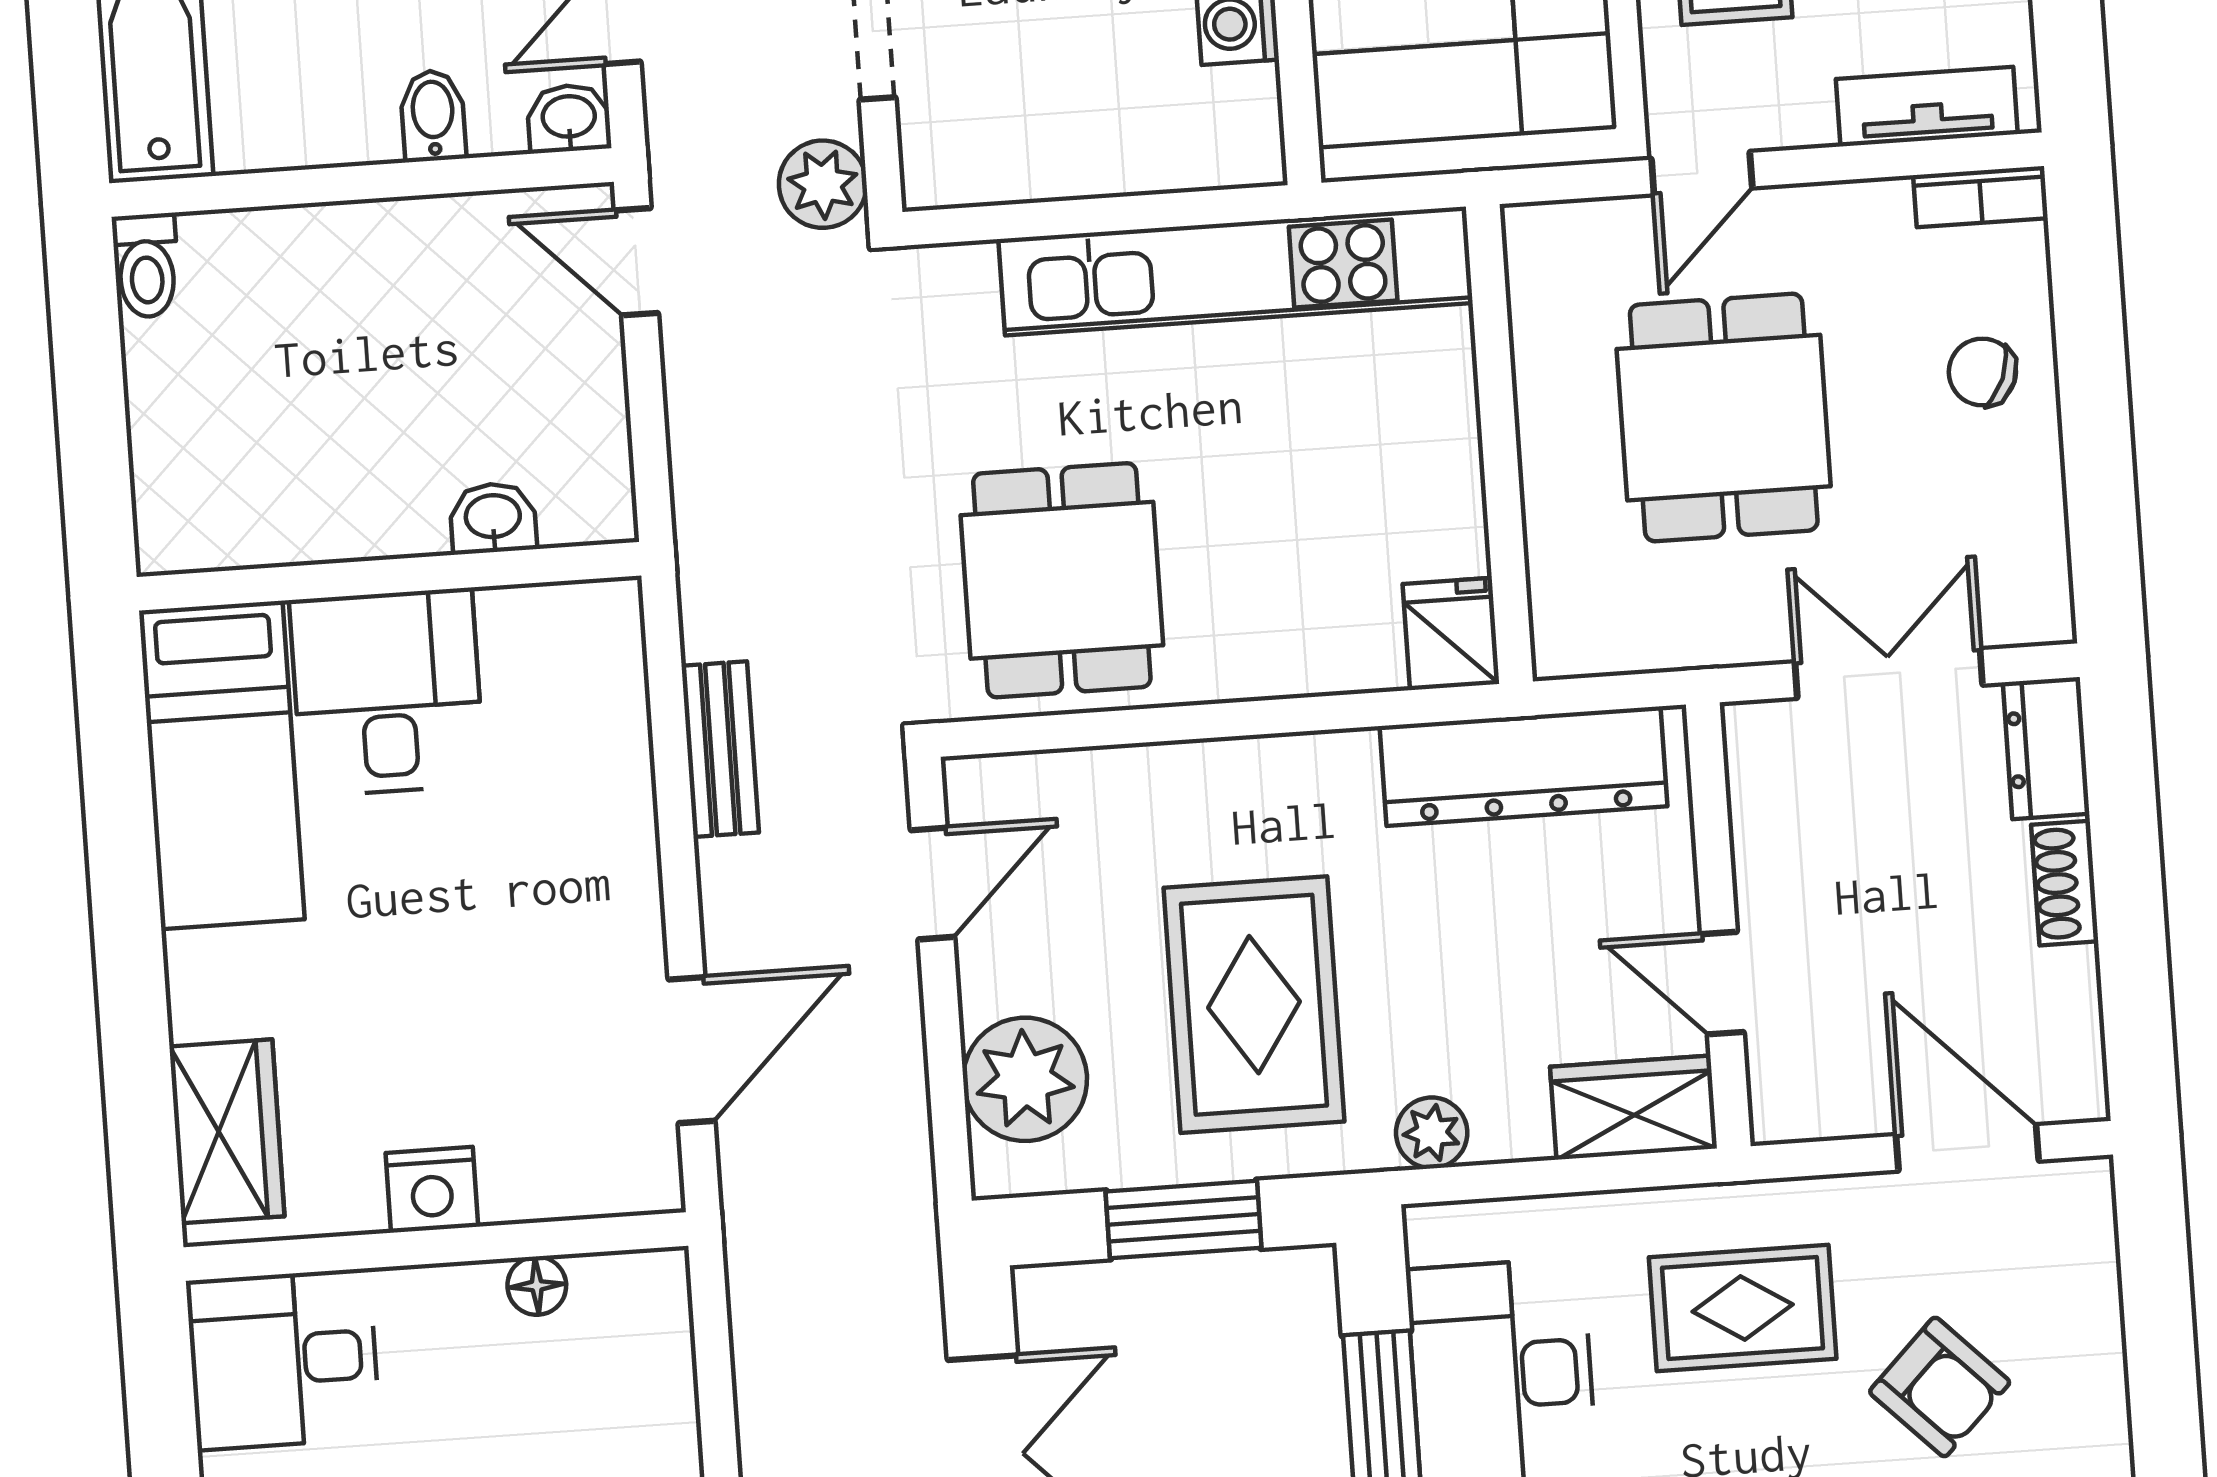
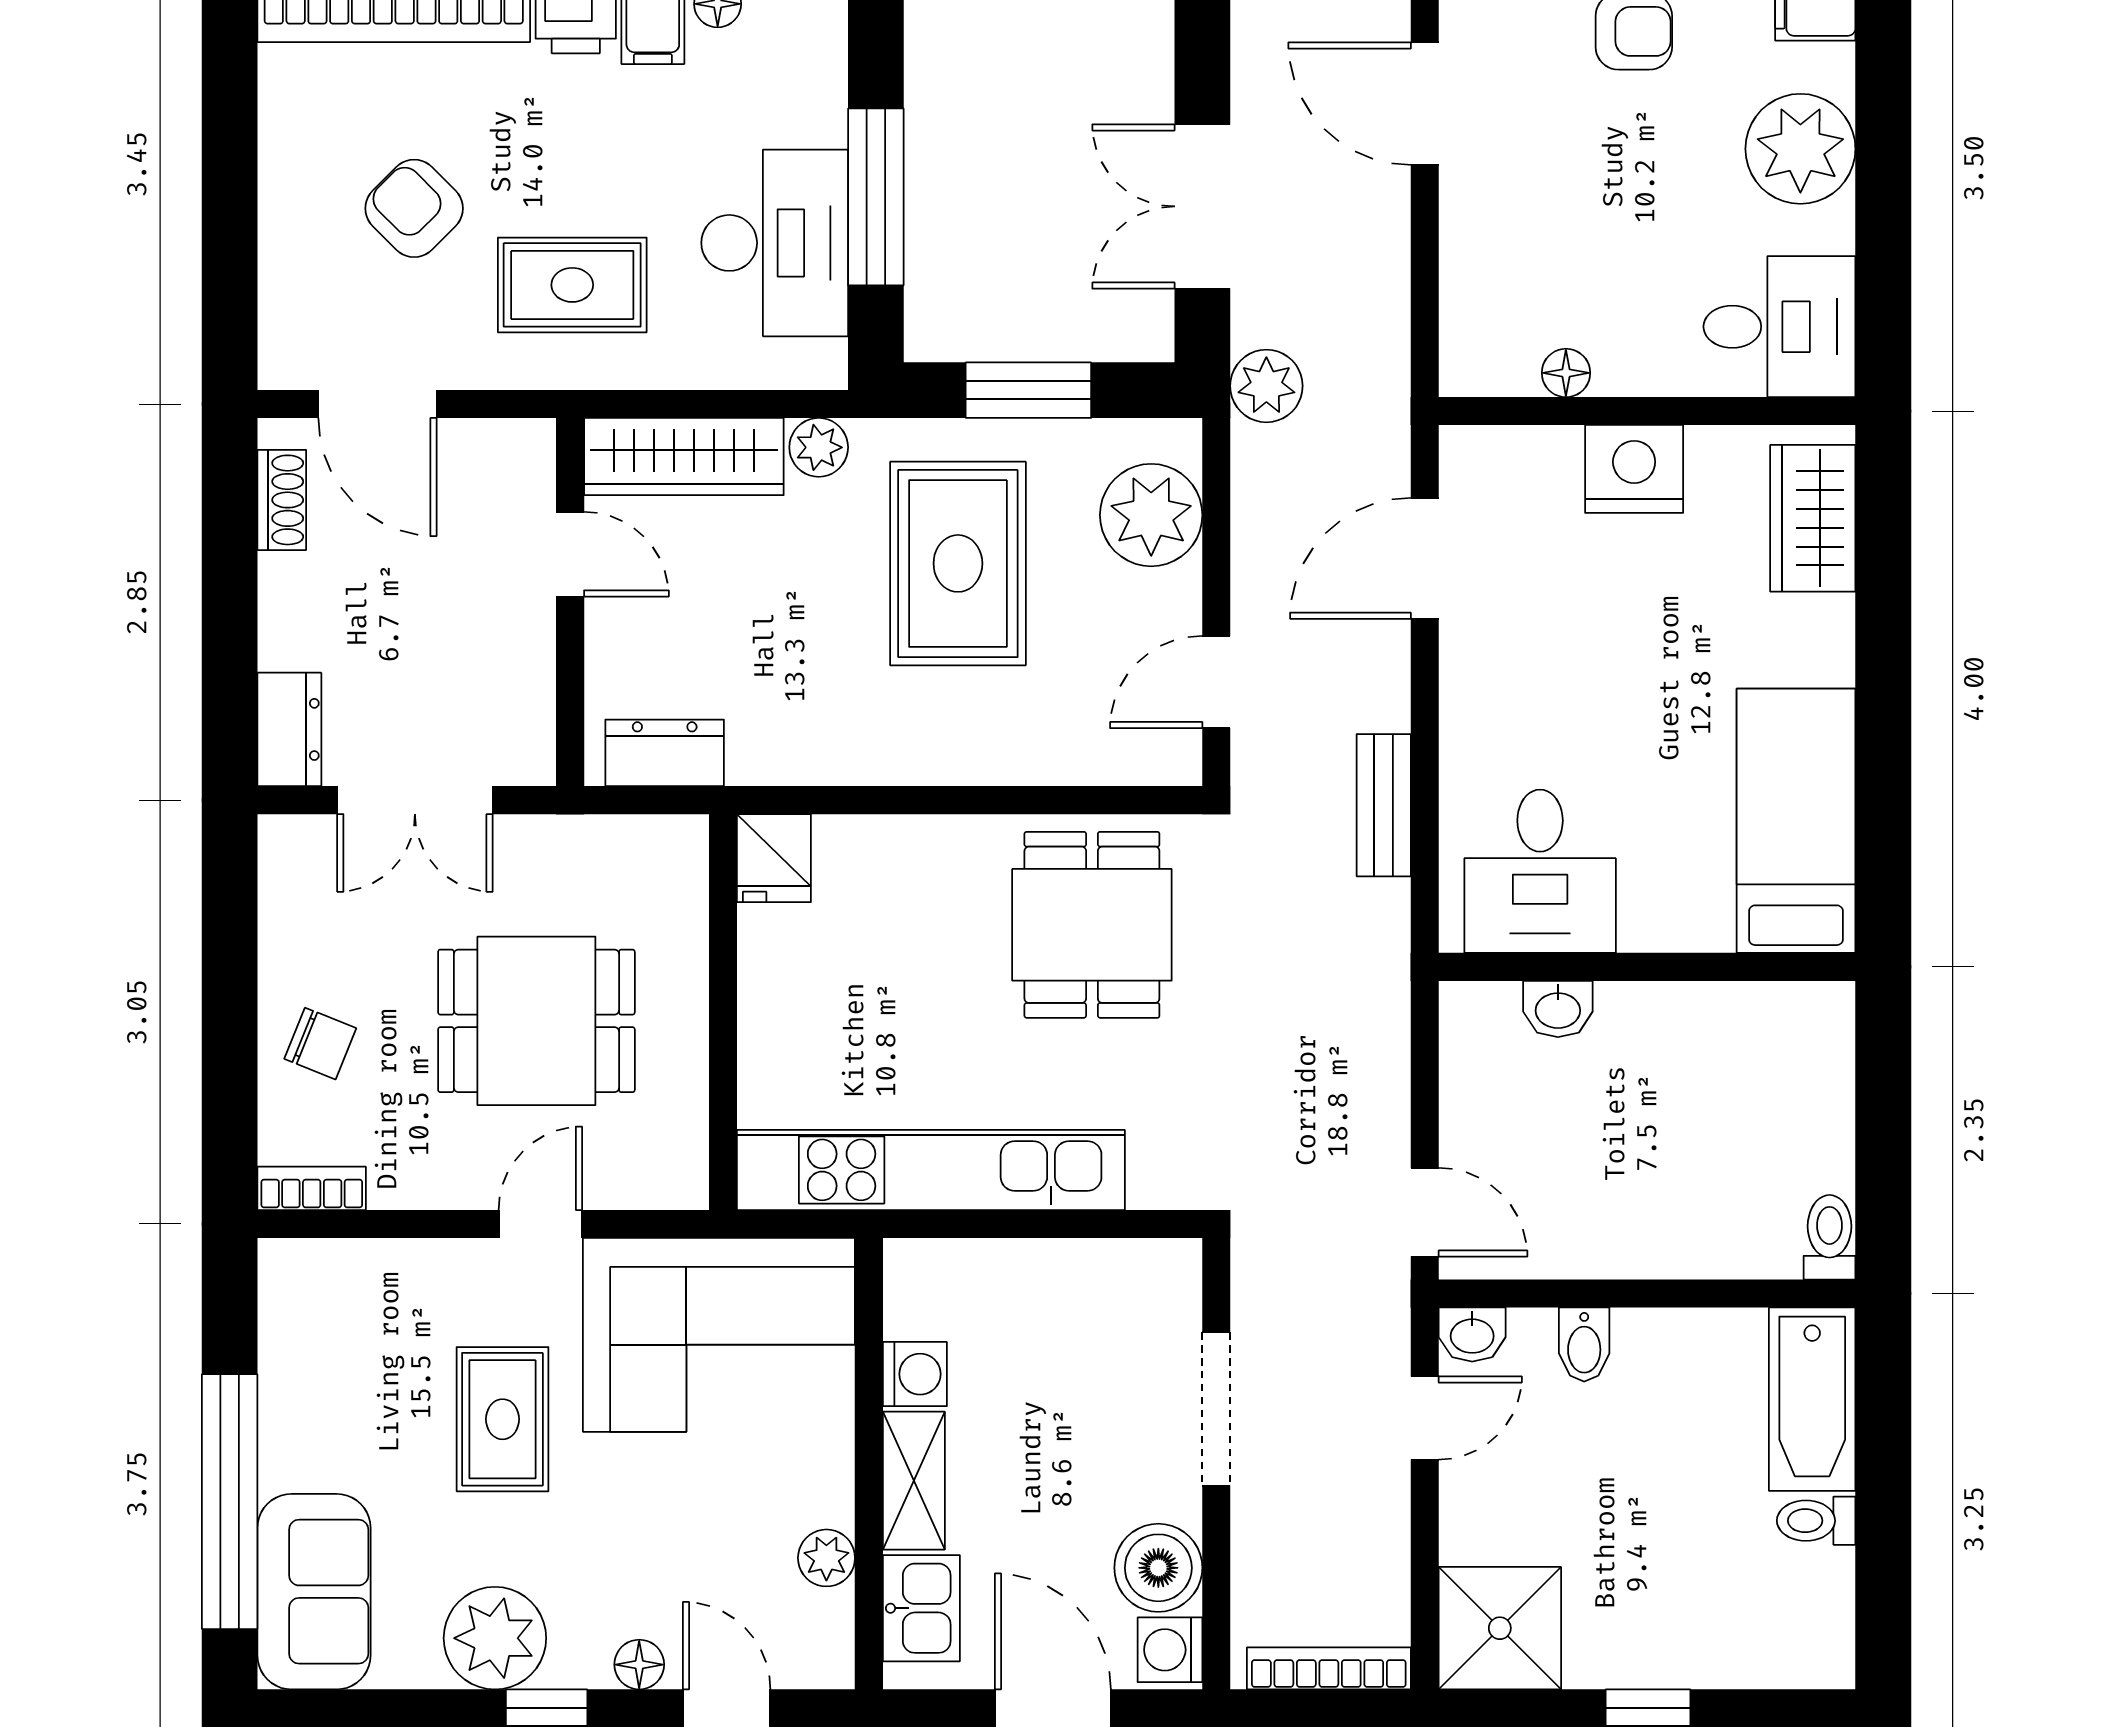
tv unit: (1927, 107) -> (351, 1266), removed
plant: (823, 184) -> (1266, 386), moved
dining table: (1724, 418) -> (536, 1021), turned 90
desk: (387, 692) -> (1540, 871), moved
dresser: (1523, 766) -> (665, 753), width x0.51, depth x0.80
shoe rack: (2065, 883) -> (282, 500), moved
wardrobe: (1634, 1108) -> (684, 457), width x1.50
nightstand: (432, 1190) -> (1634, 469), width x1.36, depth x1.33

